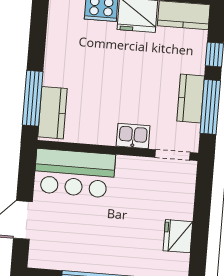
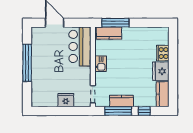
kitchen sink: (133, 136) -> (101, 64), moved
fridge: (178, 236) -> (66, 100), moved

